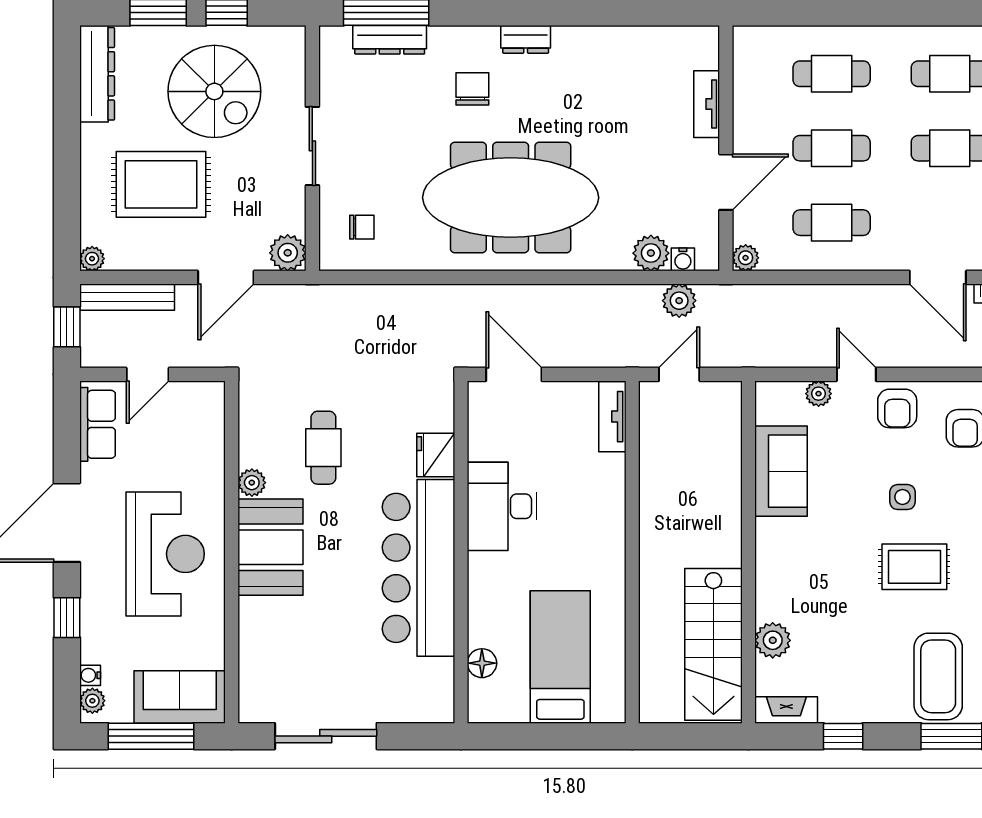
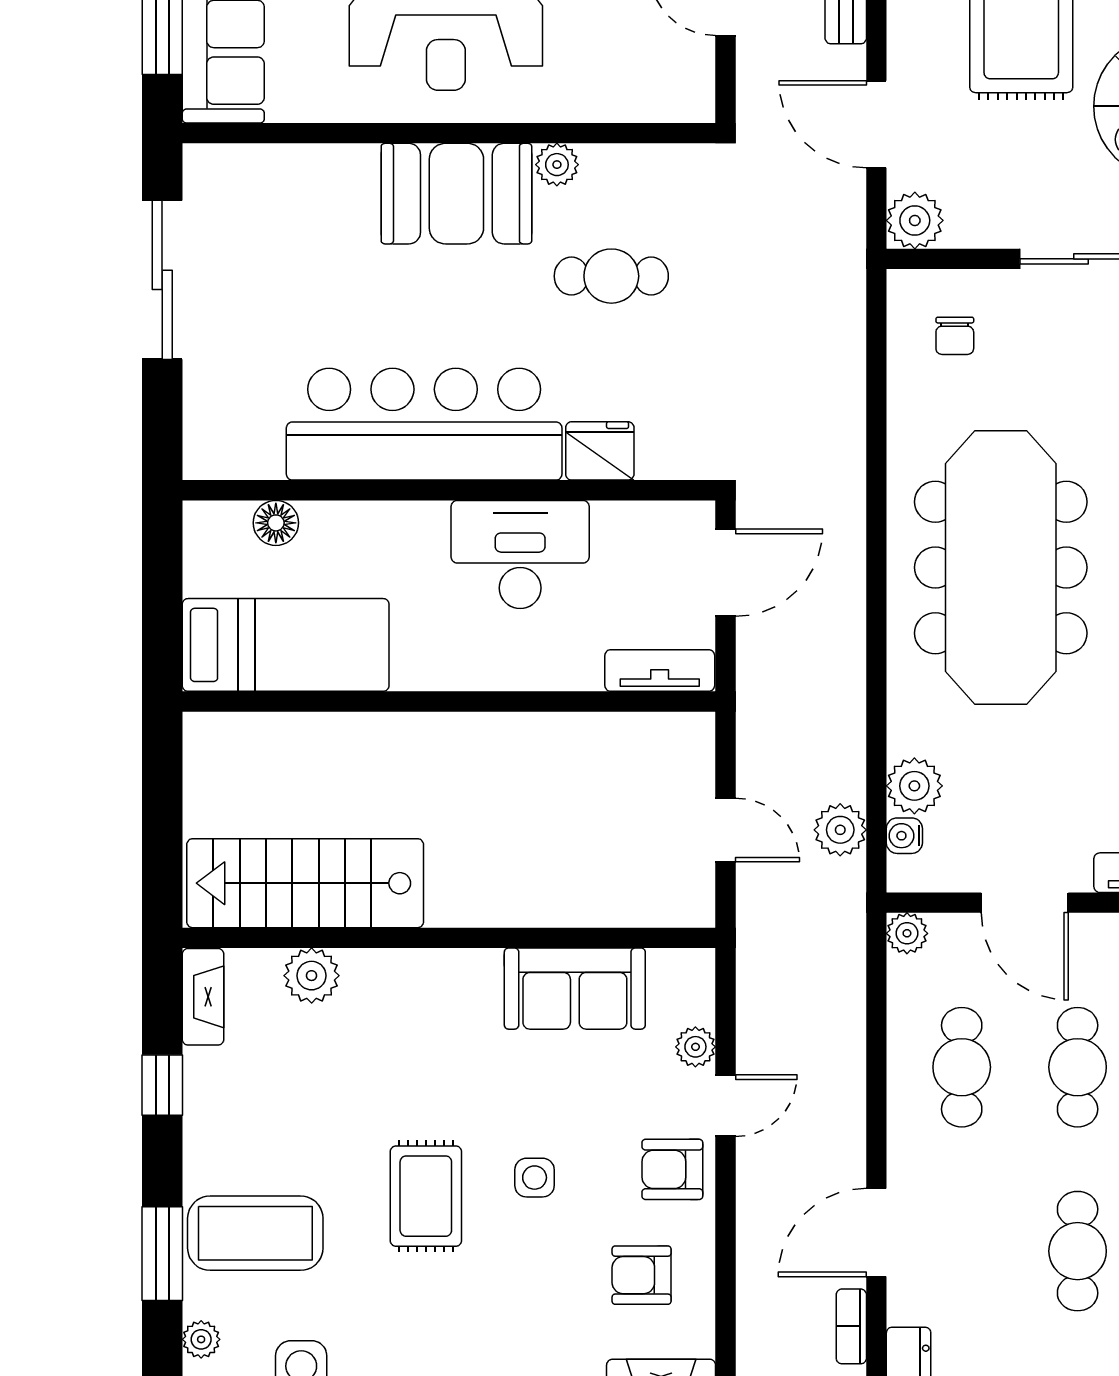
tv unit: (612, 417) -> (660, 671), moved
wall: (632, 552) -> (449, 701), moved

